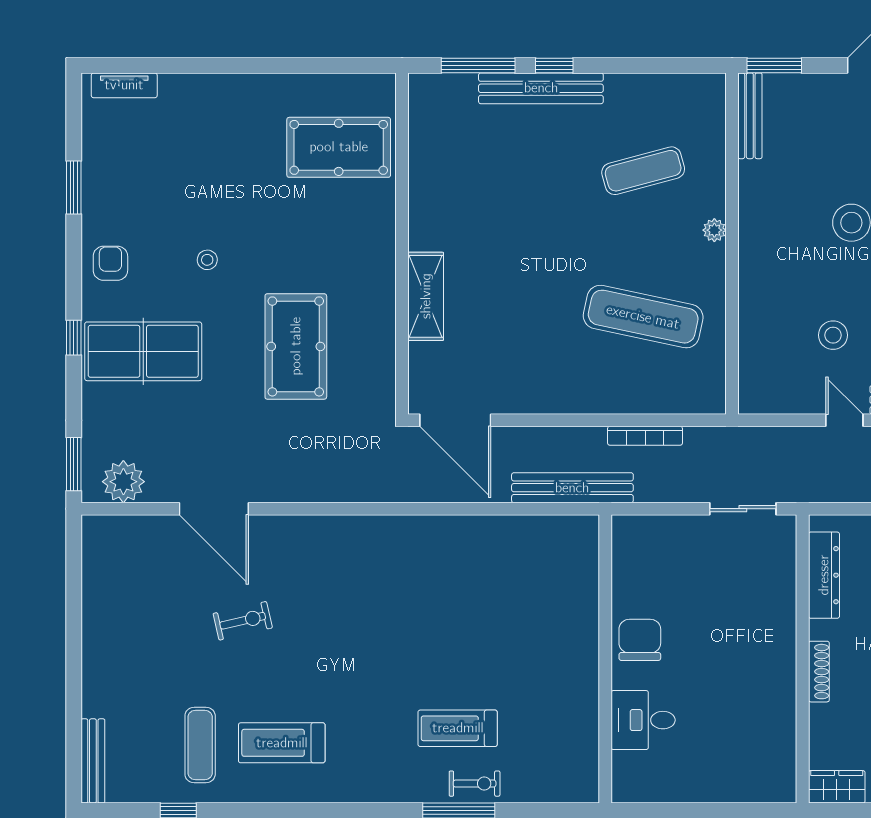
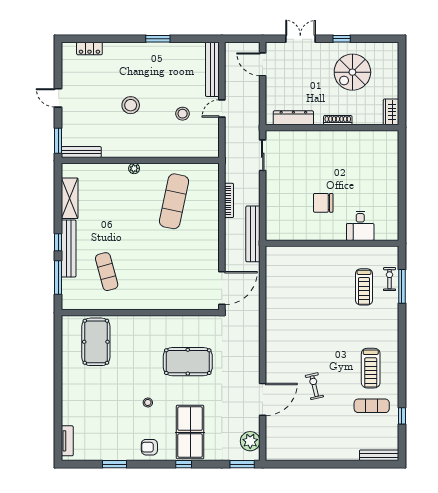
exercise mat: (643, 171) -> (107, 272), moved
shelving: (426, 296) -> (70, 198), moved, turned 90
wall: (605, 659) -> (332, 243), moved
desk: (643, 720) -> (360, 226), moved

